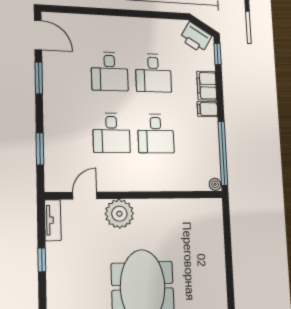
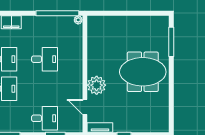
filing cabinet: (207, 109) -> (27, 23), removed
desk: (111, 133) -> (45, 118), moved

